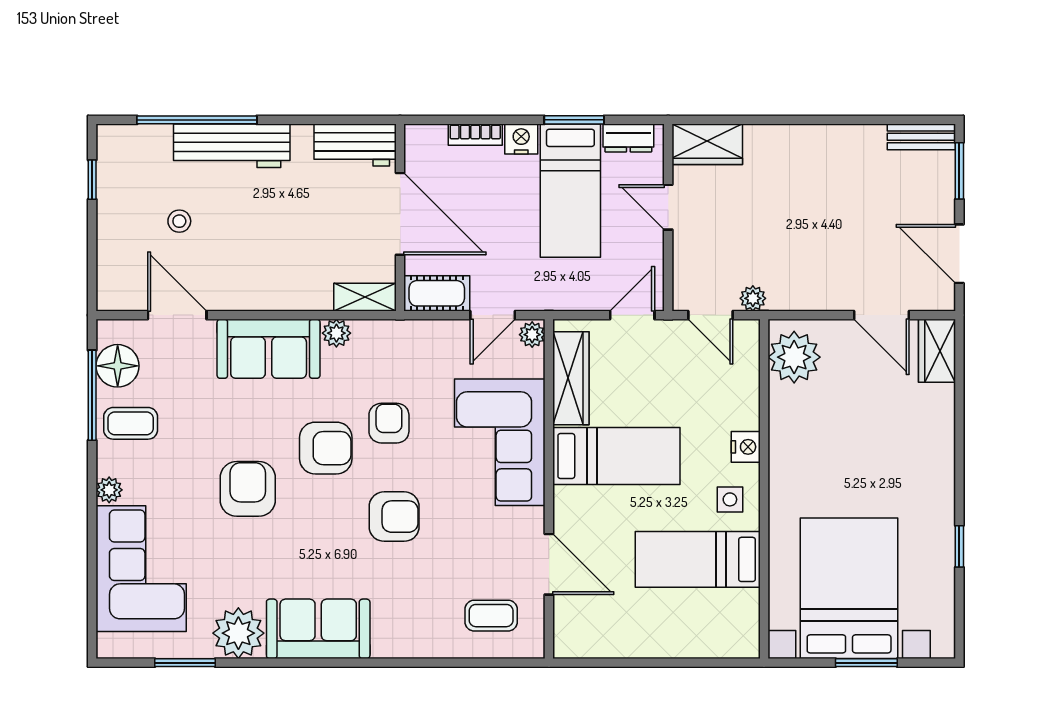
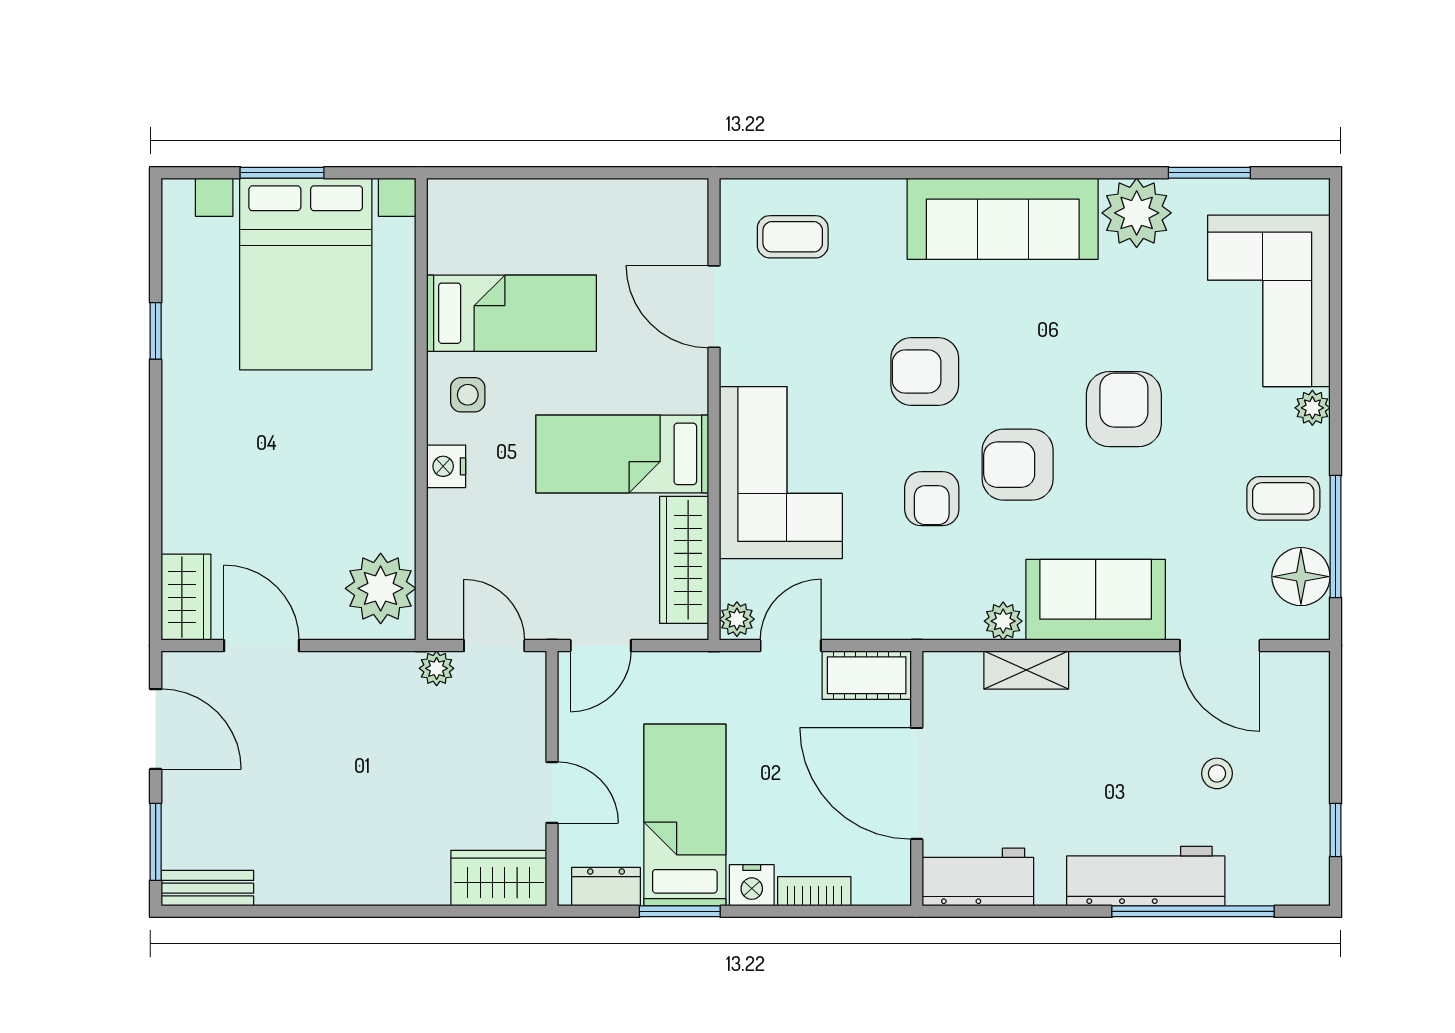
shelving: (365, 297) -> (1026, 670), moved
armchair: (248, 489) -> (1124, 409), turned 180
sofa: (318, 629) -> (1003, 219), width x1.36

